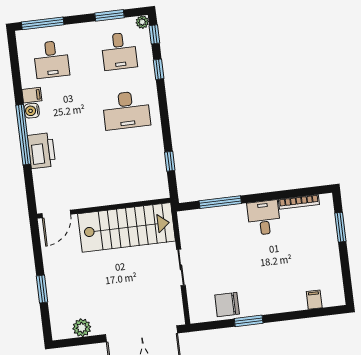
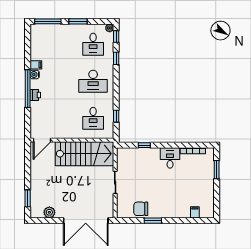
window: (109, 15) -> (78, 21), moved
desk: (51, 59) -> (93, 118), moved
printer: (42, 151) -> (35, 95), width x0.53, depth x0.68
window: (220, 202) -> (144, 145), width x0.46
window: (42, 289) -> (28, 198), moved

